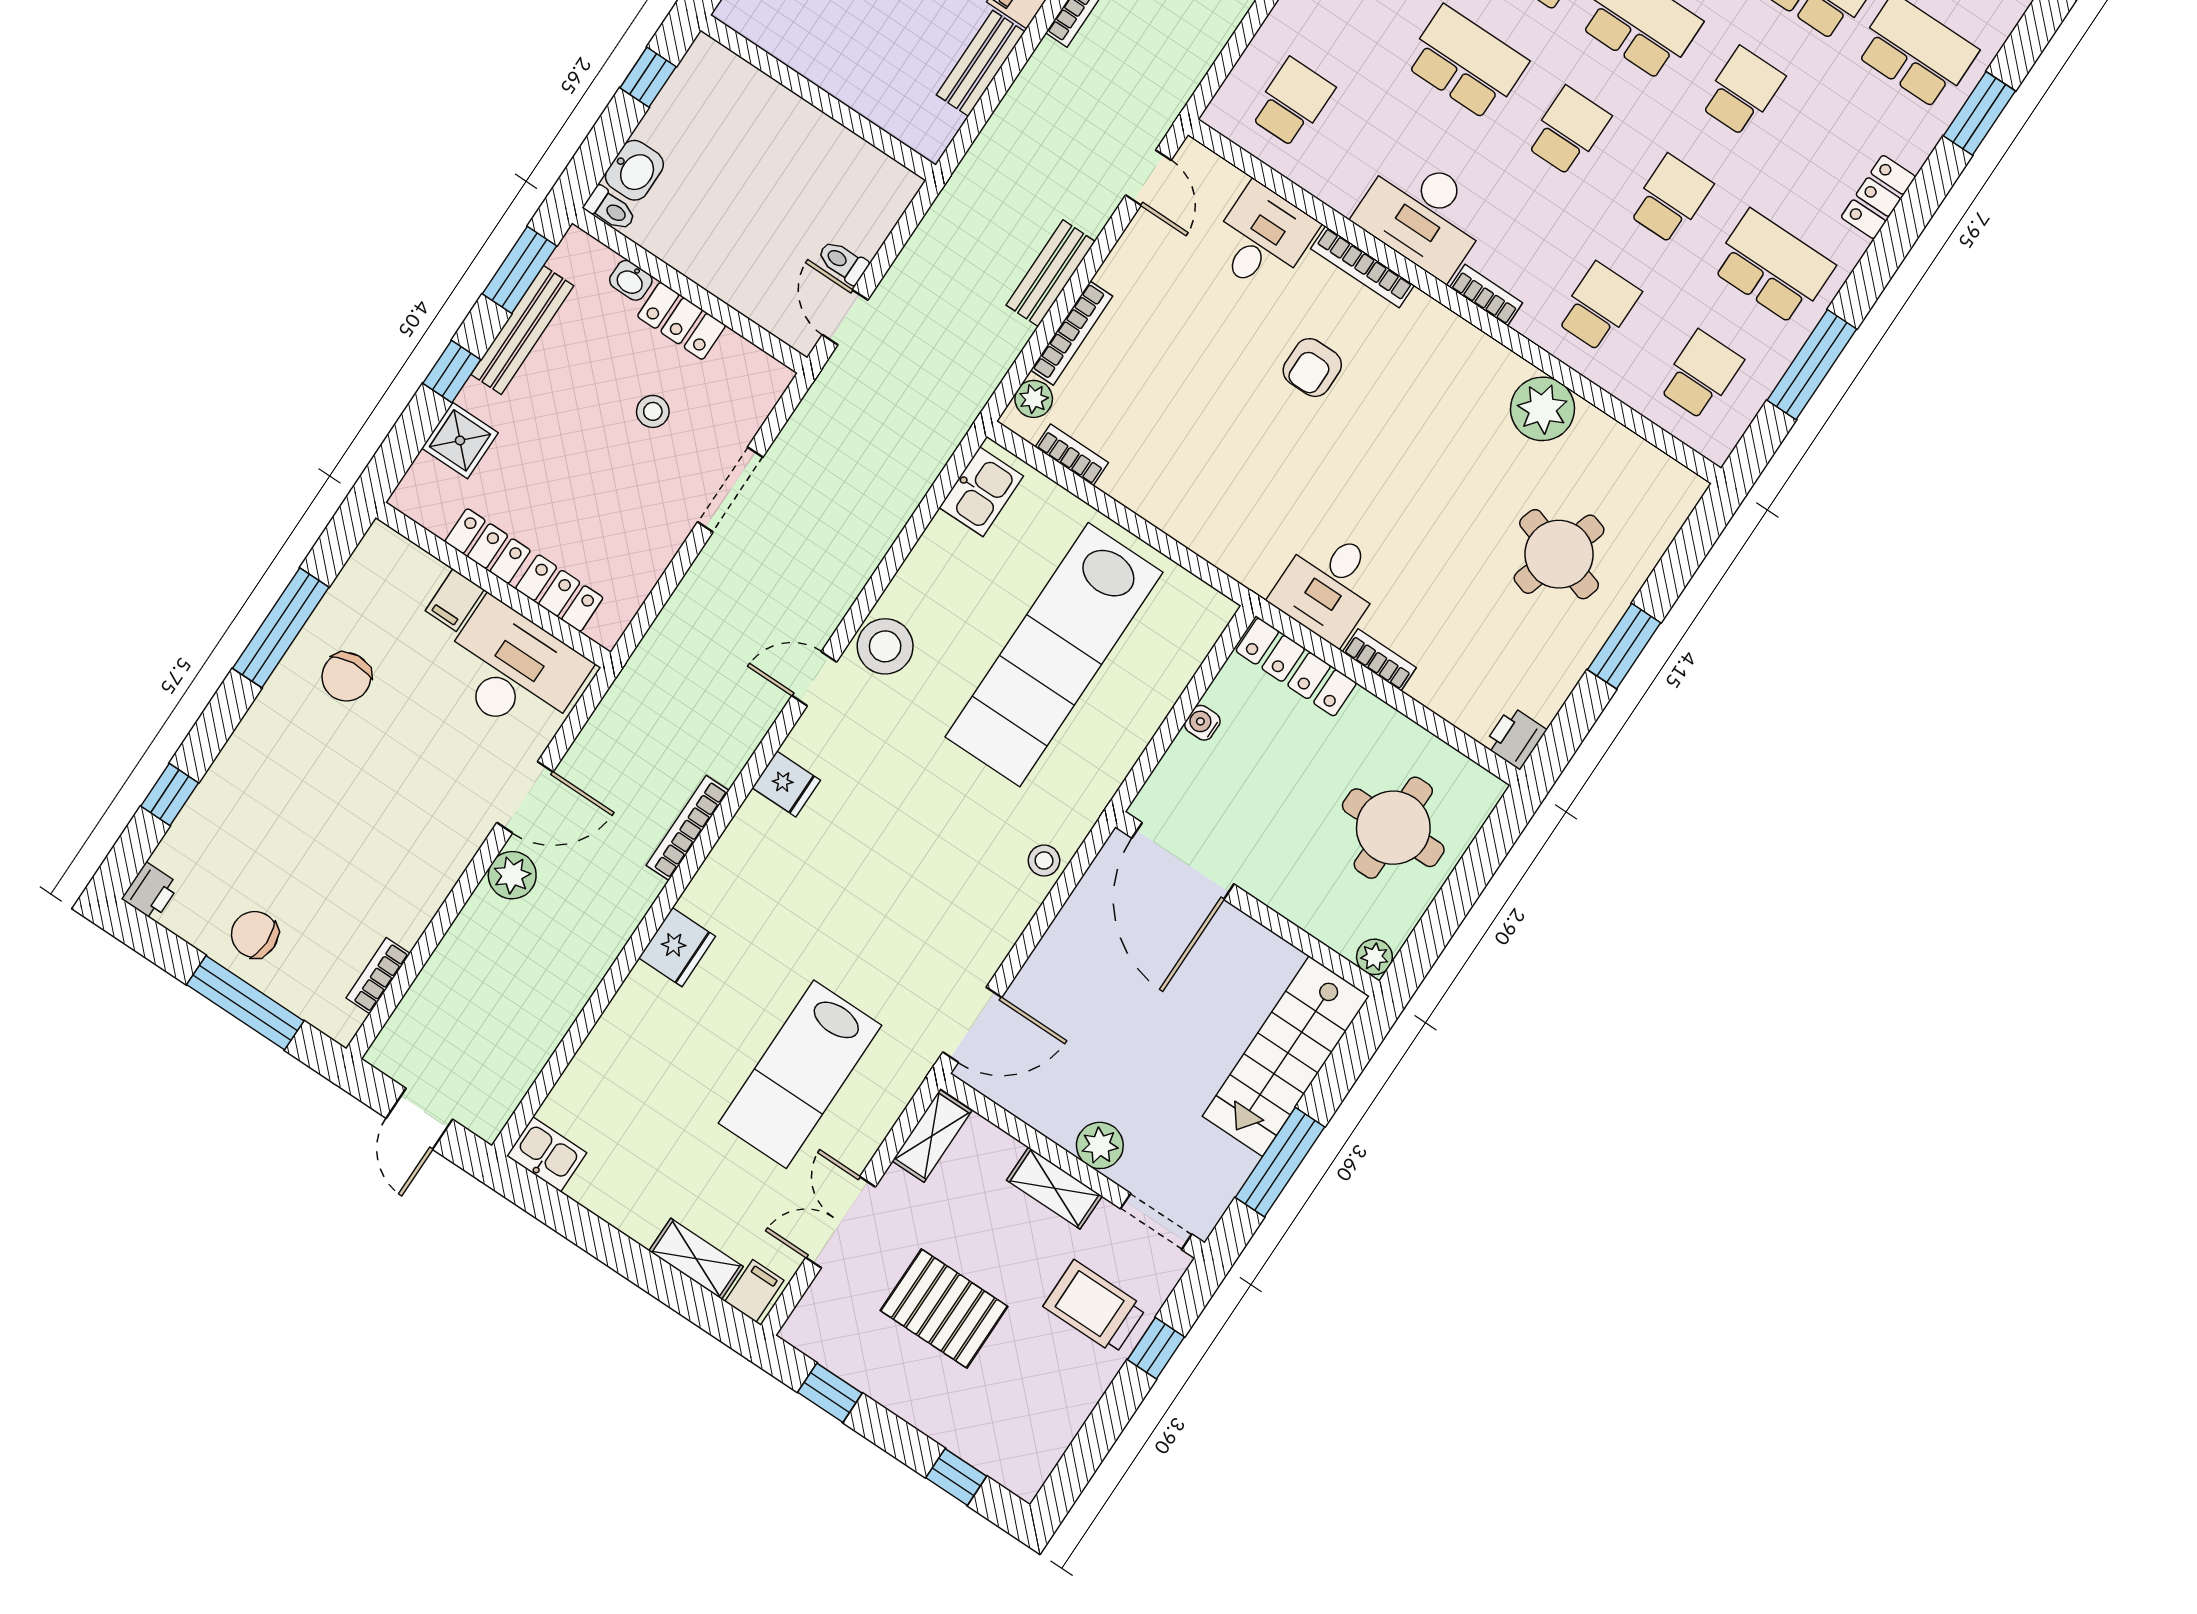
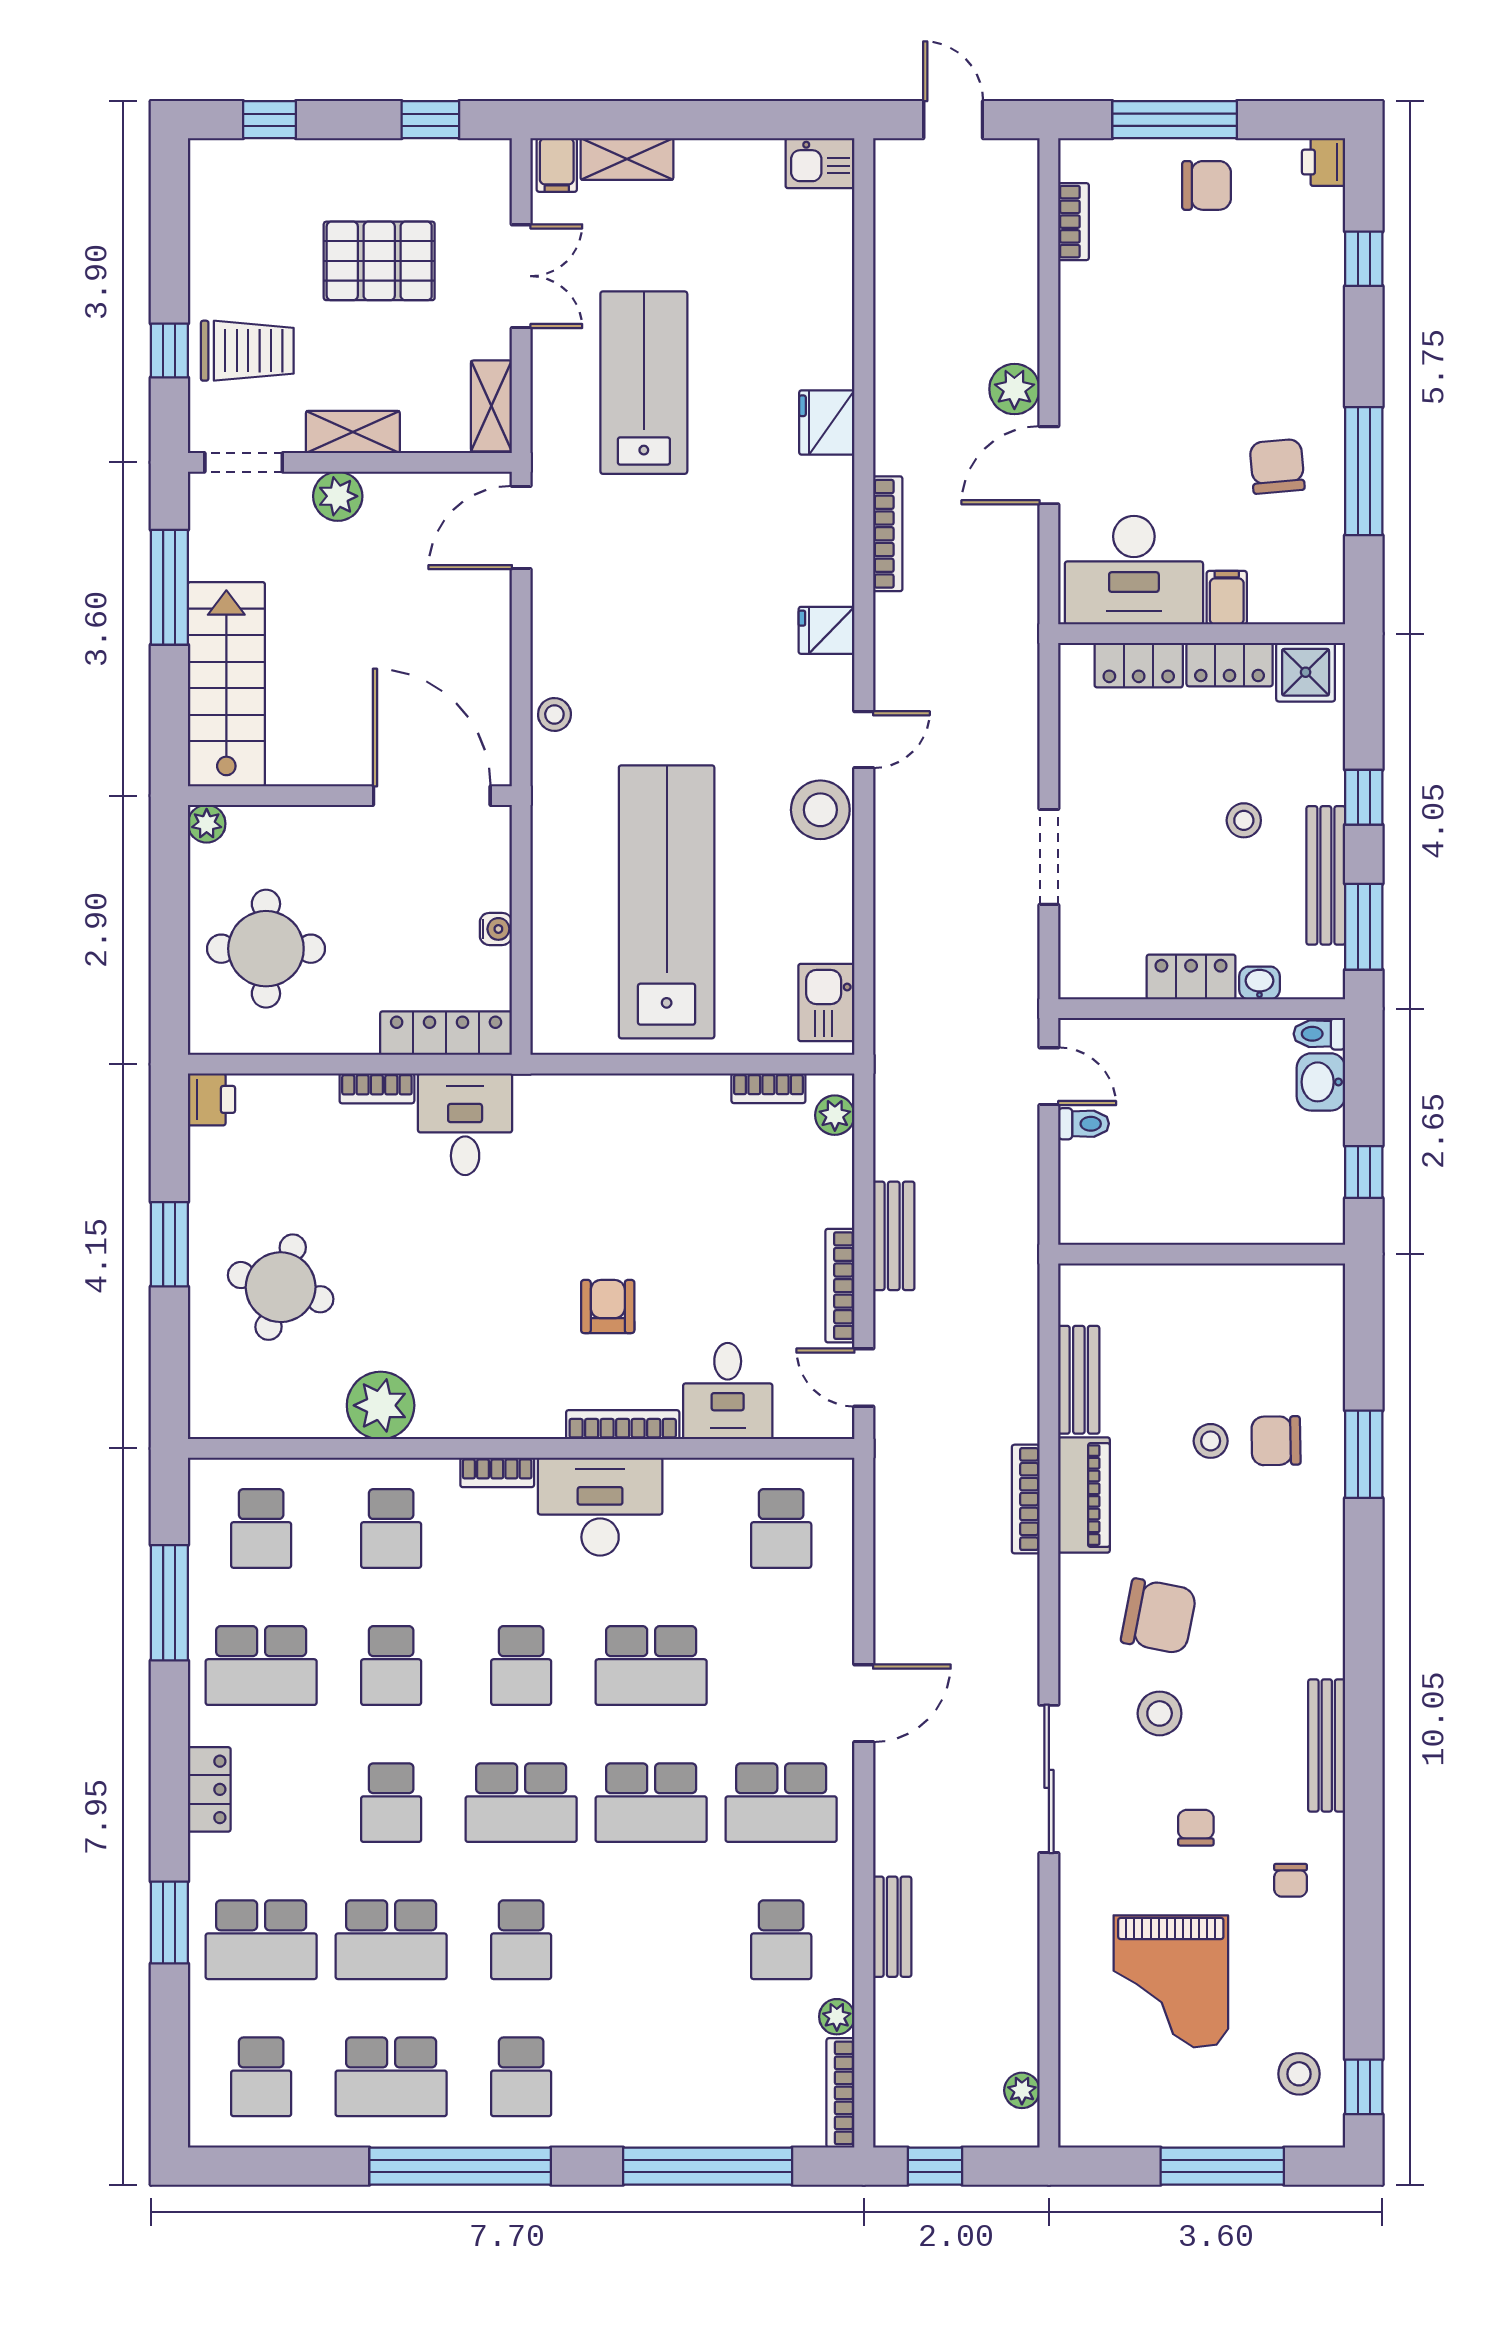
bookcase: (1072, 333) -> (840, 1286), moved
stool: (653, 411) -> (1244, 820), moved
shower: (460, 440) -> (1306, 672), moved

